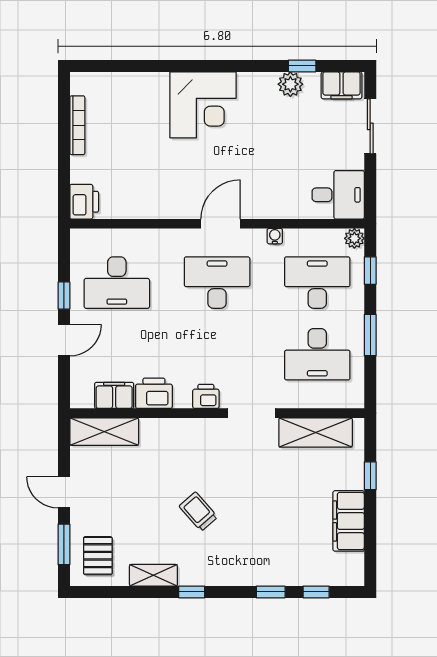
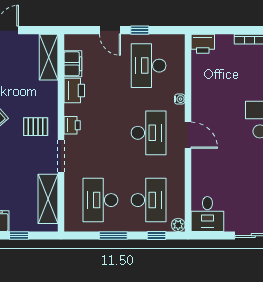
water cooler: (275, 236) -> (180, 99), moved
pallet: (208, 451) -> (36, 127), added

